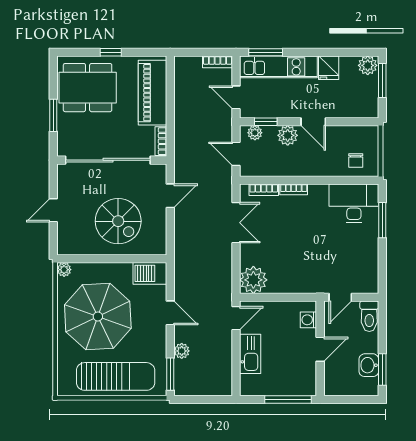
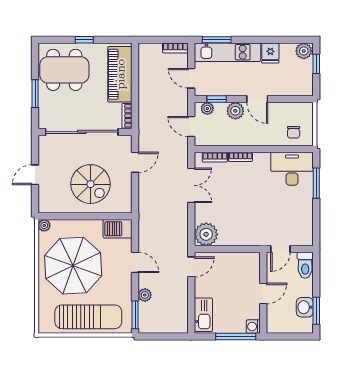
window: (382, 80) -> (316, 64), width x0.67
washing machine: (308, 320) -> (253, 327), moved
kitchen sink: (250, 354) -> (203, 315), moved

